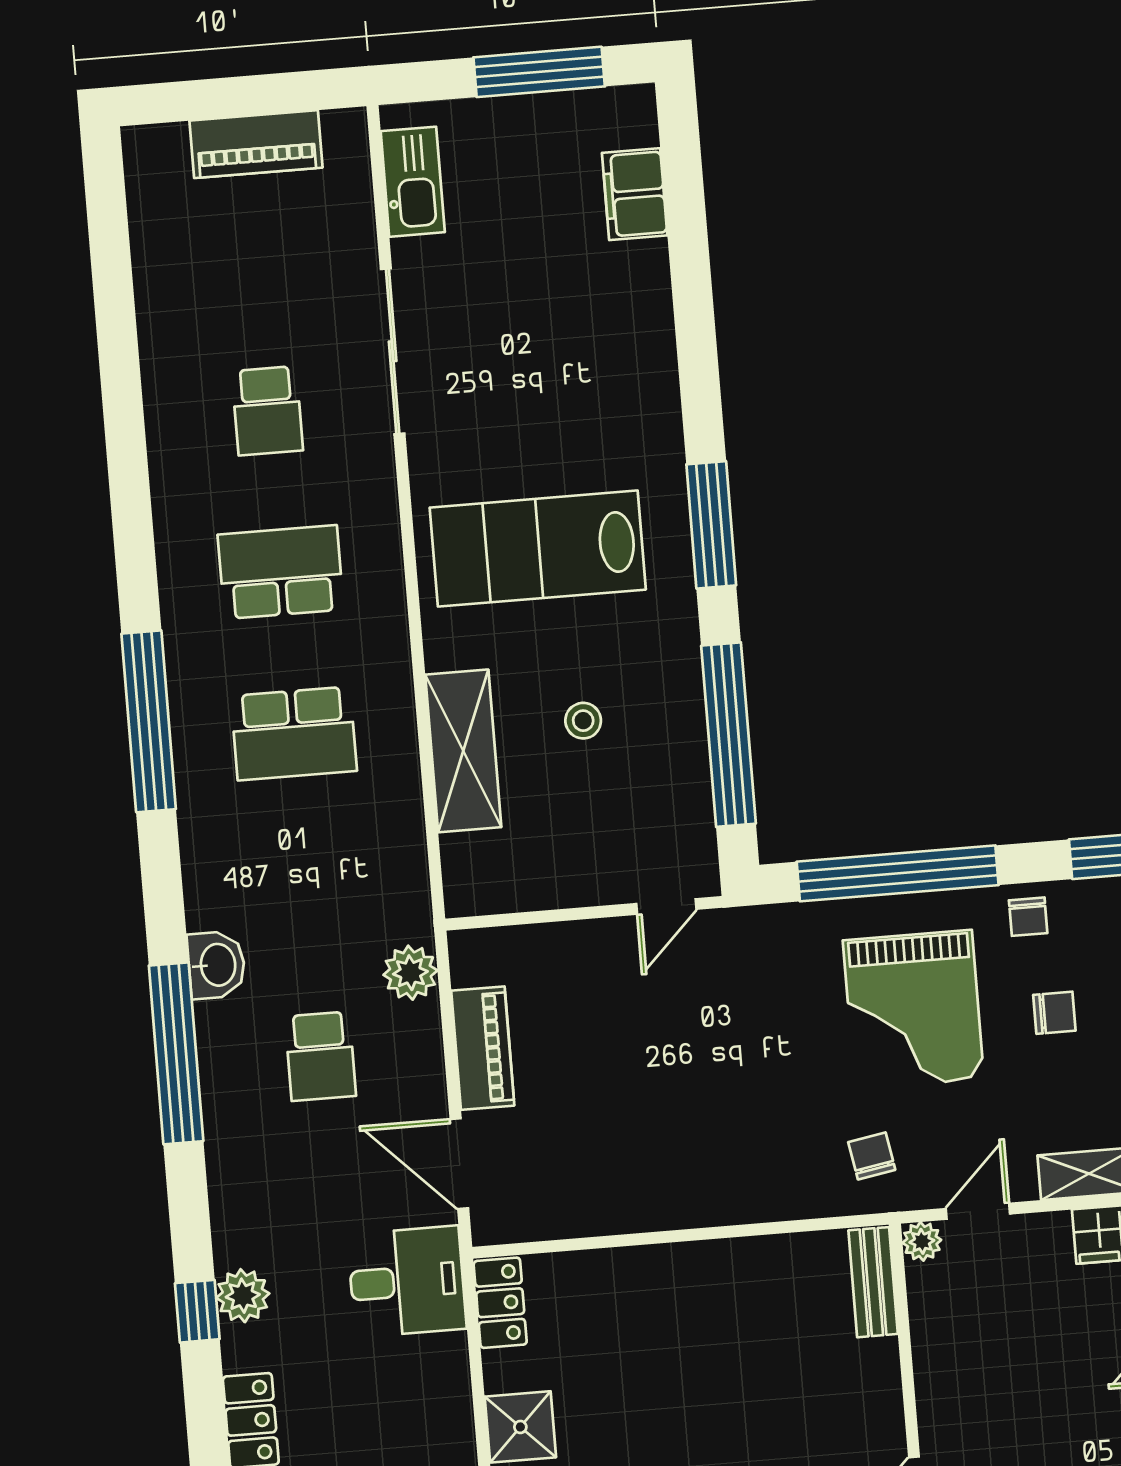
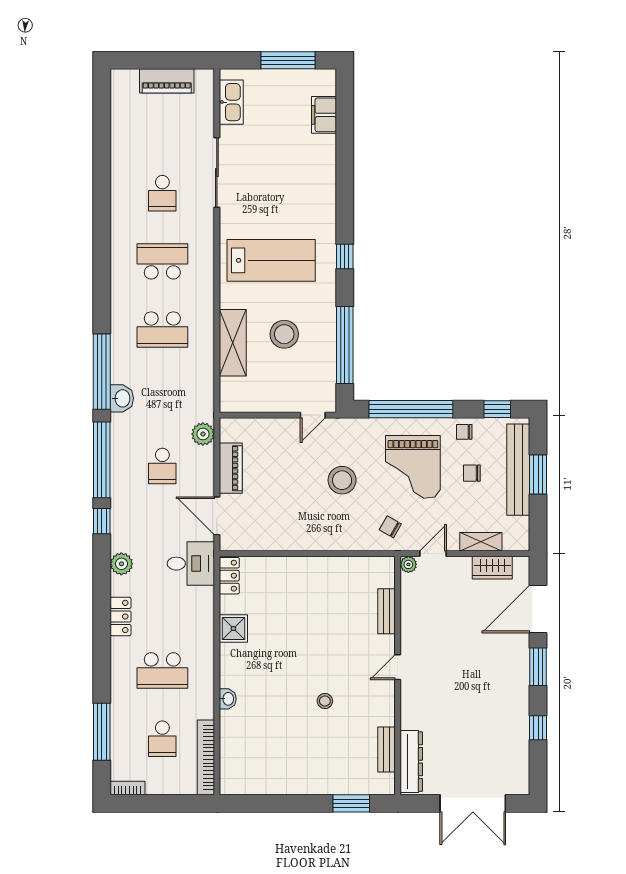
window: (711, 525) -> (345, 256), width x0.46
lab bench: (538, 549) -> (271, 260), turned 180
window: (149, 721) -> (102, 372), moved
stool: (583, 721) -> (284, 334), width x1.89, depth x1.89
chair: (1028, 917) -> (464, 432), turned 90
washbasin: (216, 965) -> (122, 398), moved
chair: (1054, 1013) -> (472, 473), turned 180
stool: (748, 1055) -> (342, 480), added
chair: (872, 1156) -> (390, 527), turned -50
bench: (873, 1282) -> (387, 611), moved
window: (197, 1311) -> (102, 521), moved

